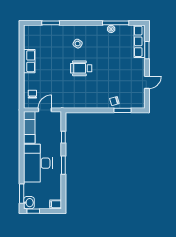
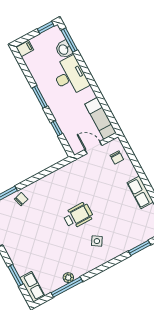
row of seats: (139, 41) -> (32, 287), width x0.68
door: (45, 110) -> (93, 147), swing flipped
desk: (38, 163) -> (70, 76), width x0.73, depth x0.77
washbasin: (29, 203) -> (64, 49), moved

